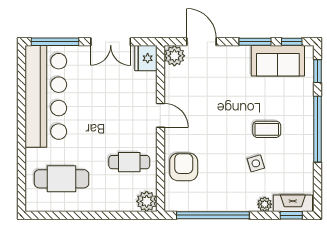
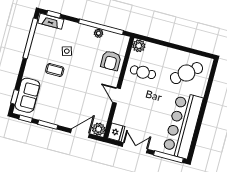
door: (201, 42) -> (80, 133), swing flipped
sofa: (278, 61) -> (27, 95), moved, turned 90
window: (318, 129) -> (30, 38), moved
cafe table: (62, 179) -> (186, 73), turned -40
plant: (265, 204) -> (99, 33), moved

